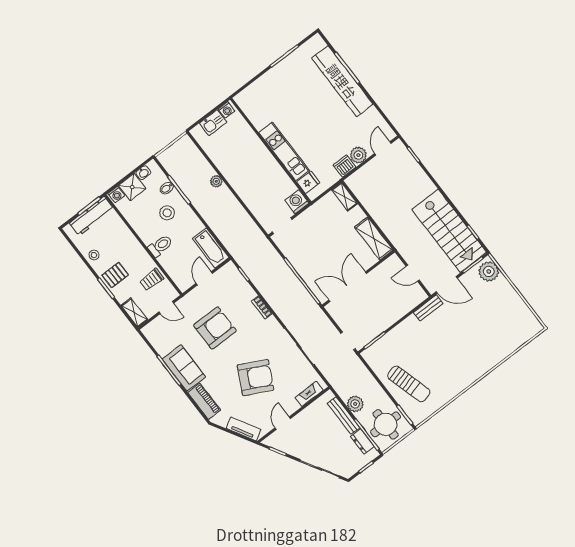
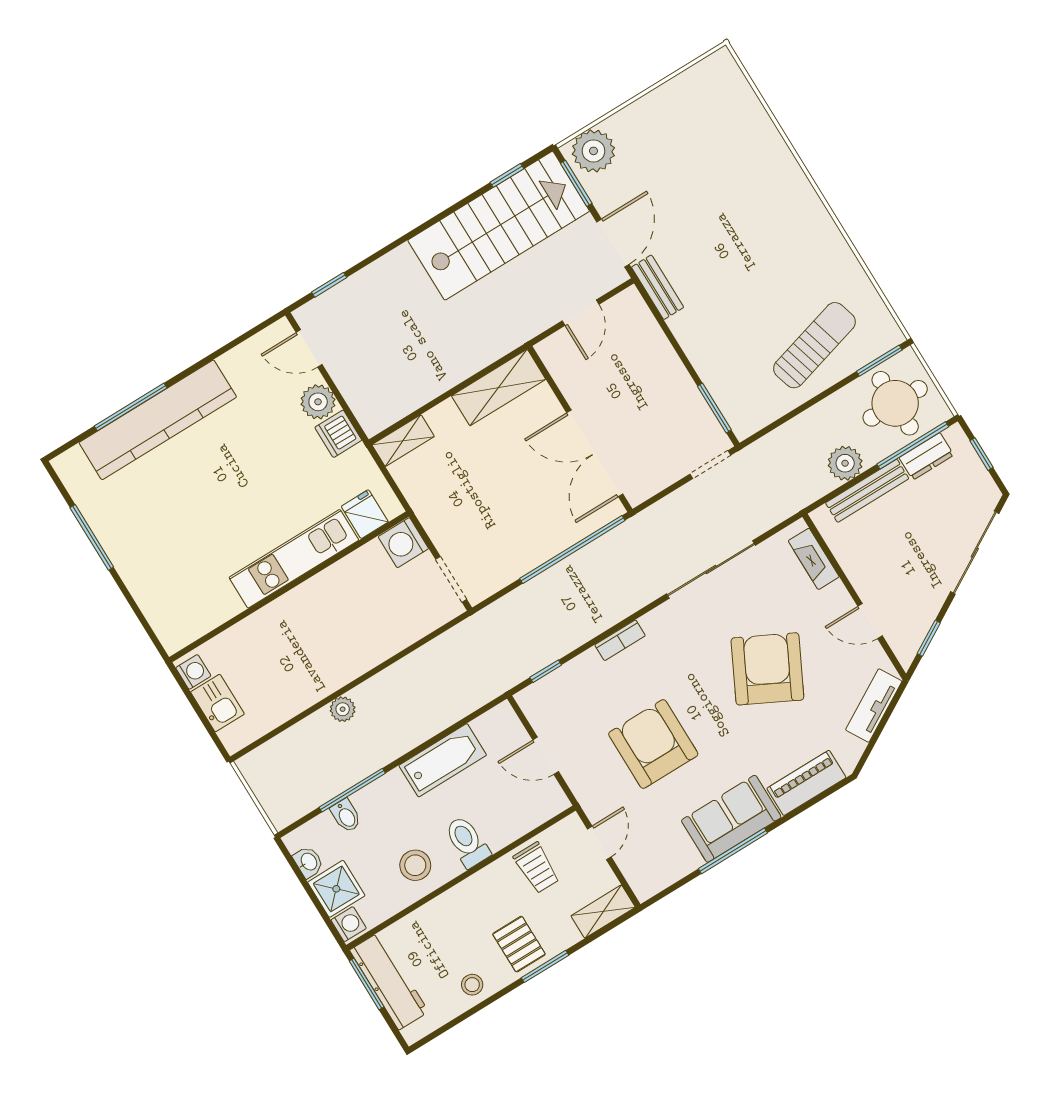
stool: (167, 213) -> (415, 865), moved
bathtub: (211, 248) -> (443, 760), moved

